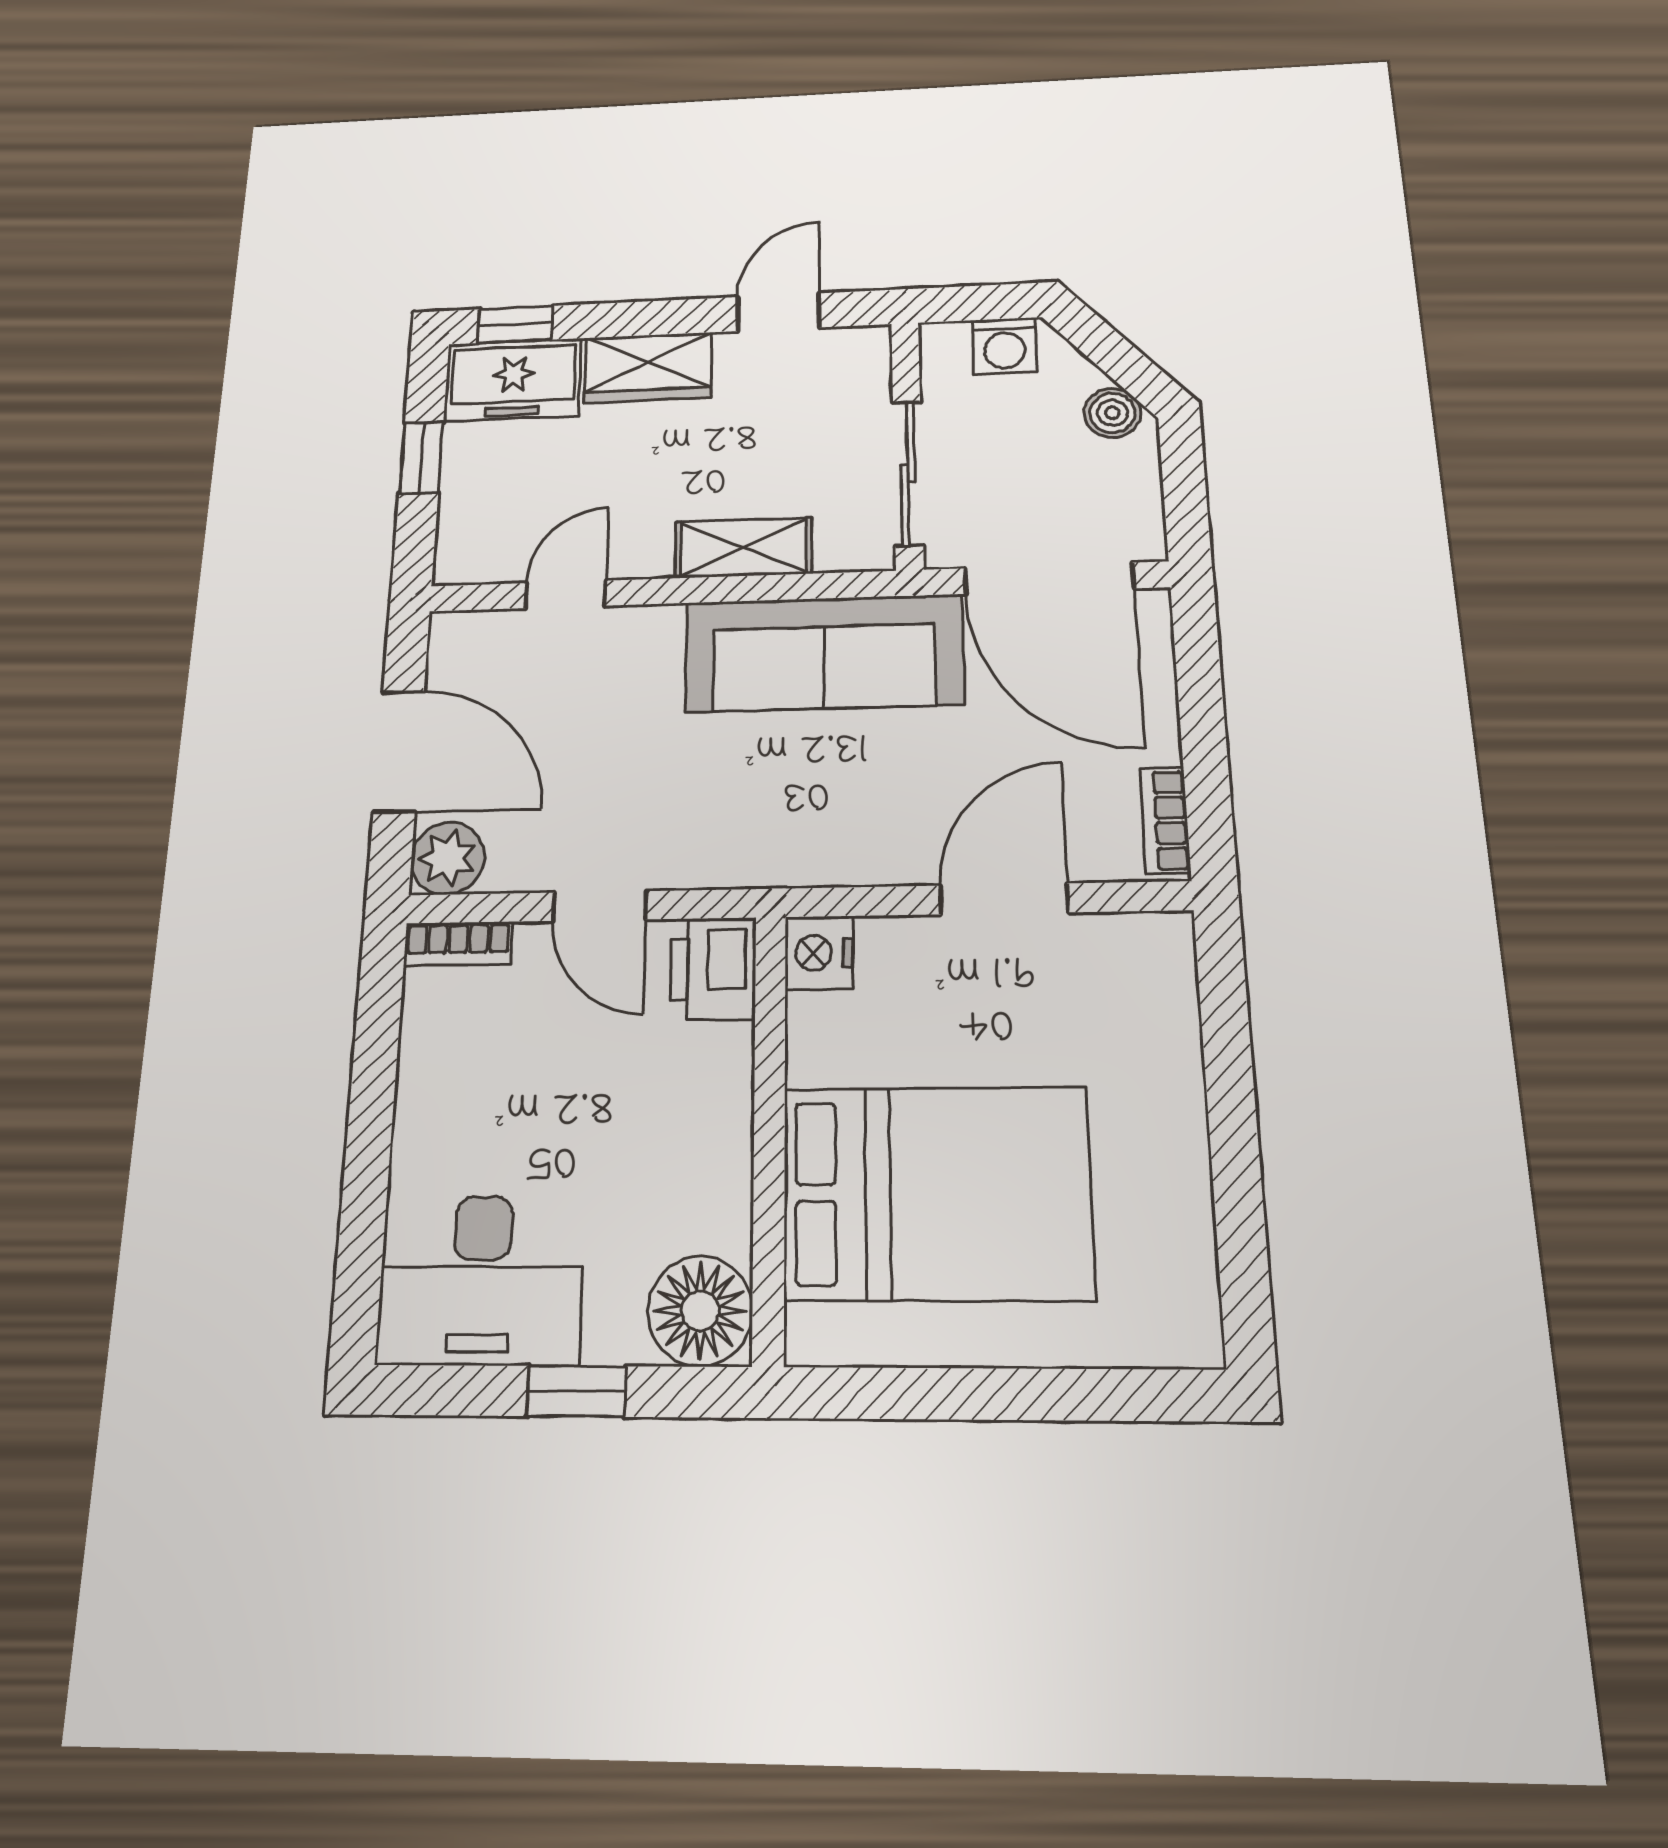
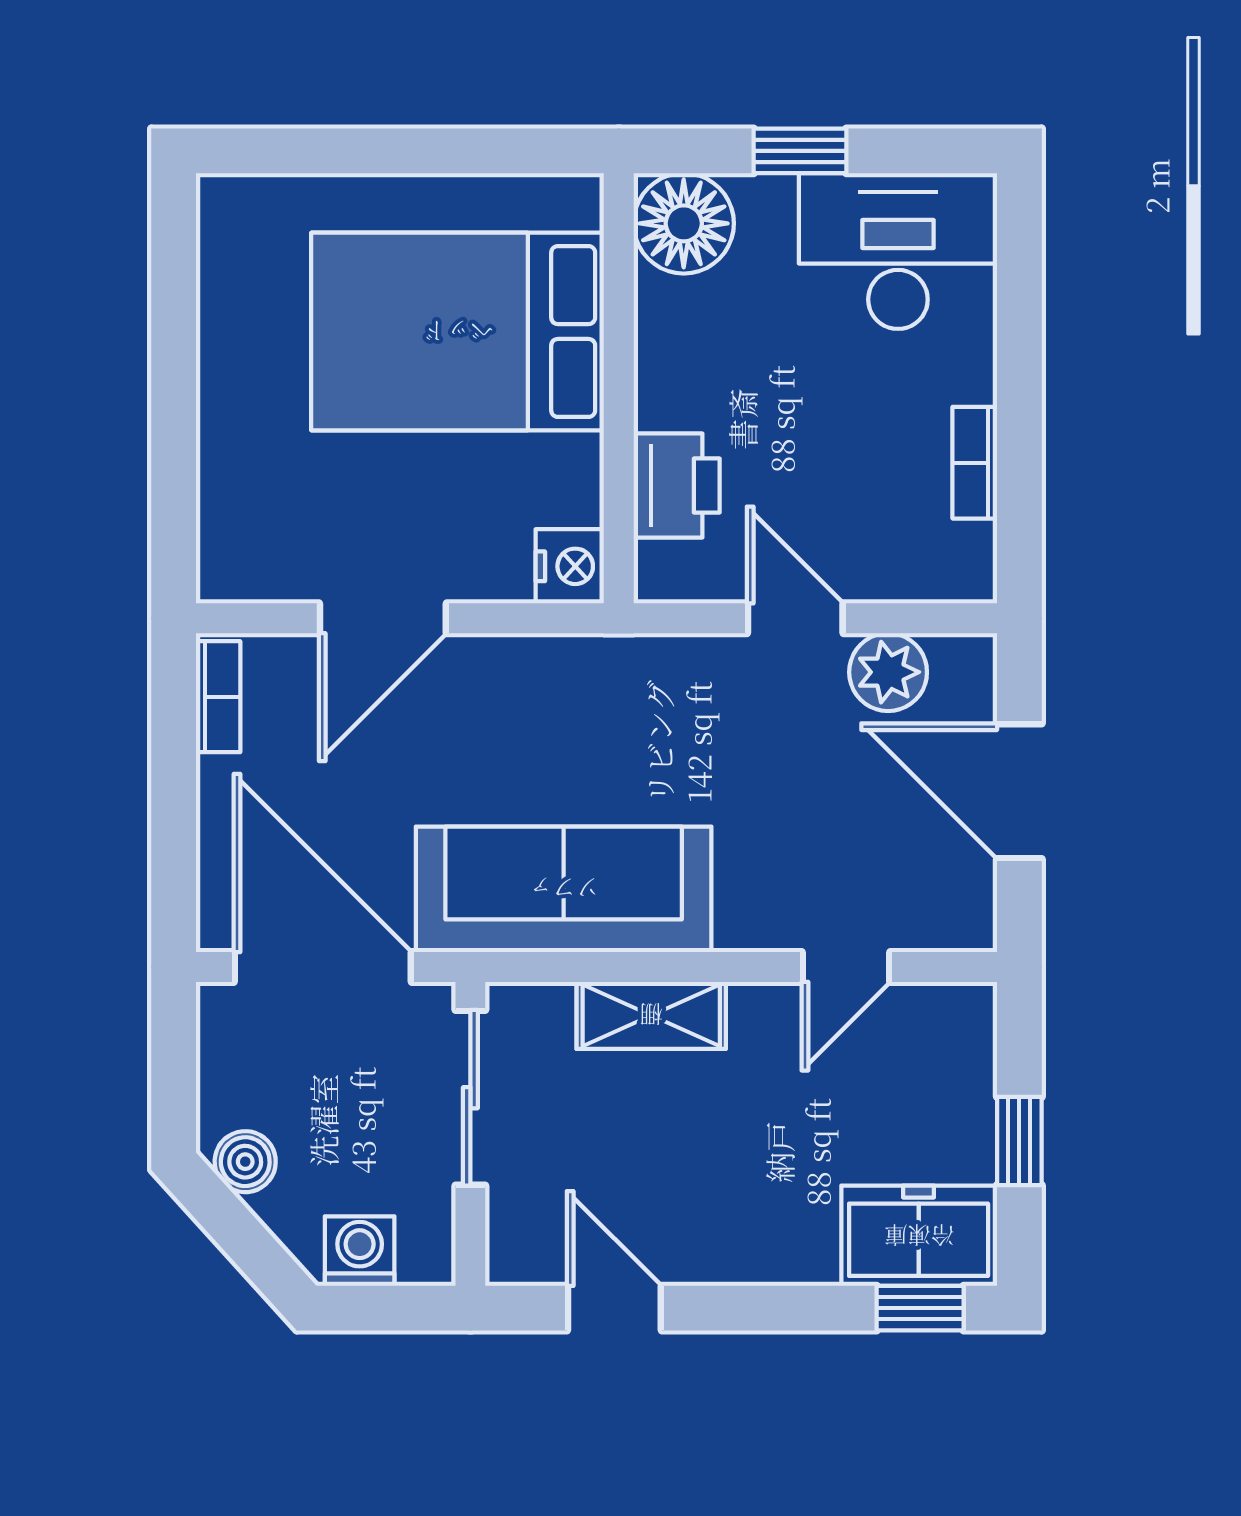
door: (778, 312) -> (614, 1308), swing flipped
wardrobe: (648, 368) -> (763, 1244), removed
plant: (448, 858) -> (888, 672), moved
bookcase: (458, 944) -> (975, 463), moved, turned -90
printer: (713, 969) -> (677, 486), moved

